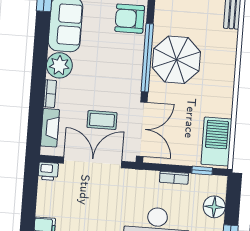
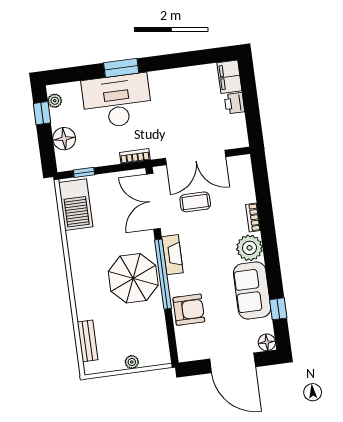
fireplace: (50, 128) -> (172, 255), moved, turned 180
printer: (48, 171) -> (234, 103), moved, turned -90
bookcase: (174, 178) -> (135, 156), moved

